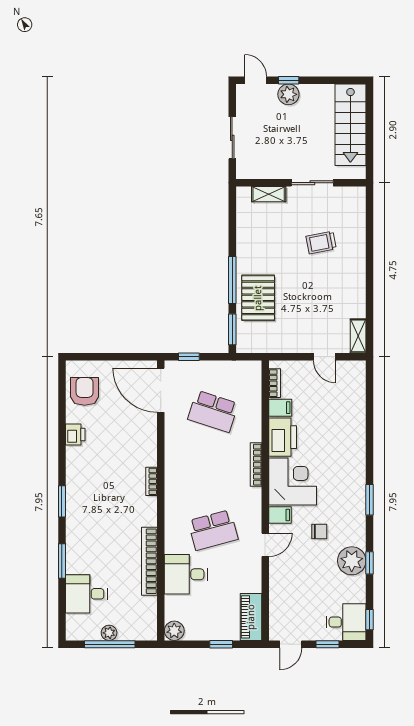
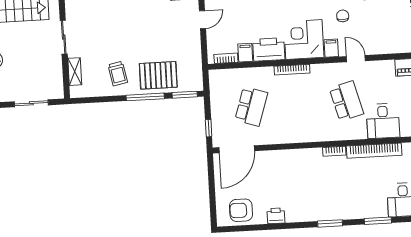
trolley: (321, 242) -> (118, 74), moved
bookcase: (151, 481) -> (334, 151), moved

